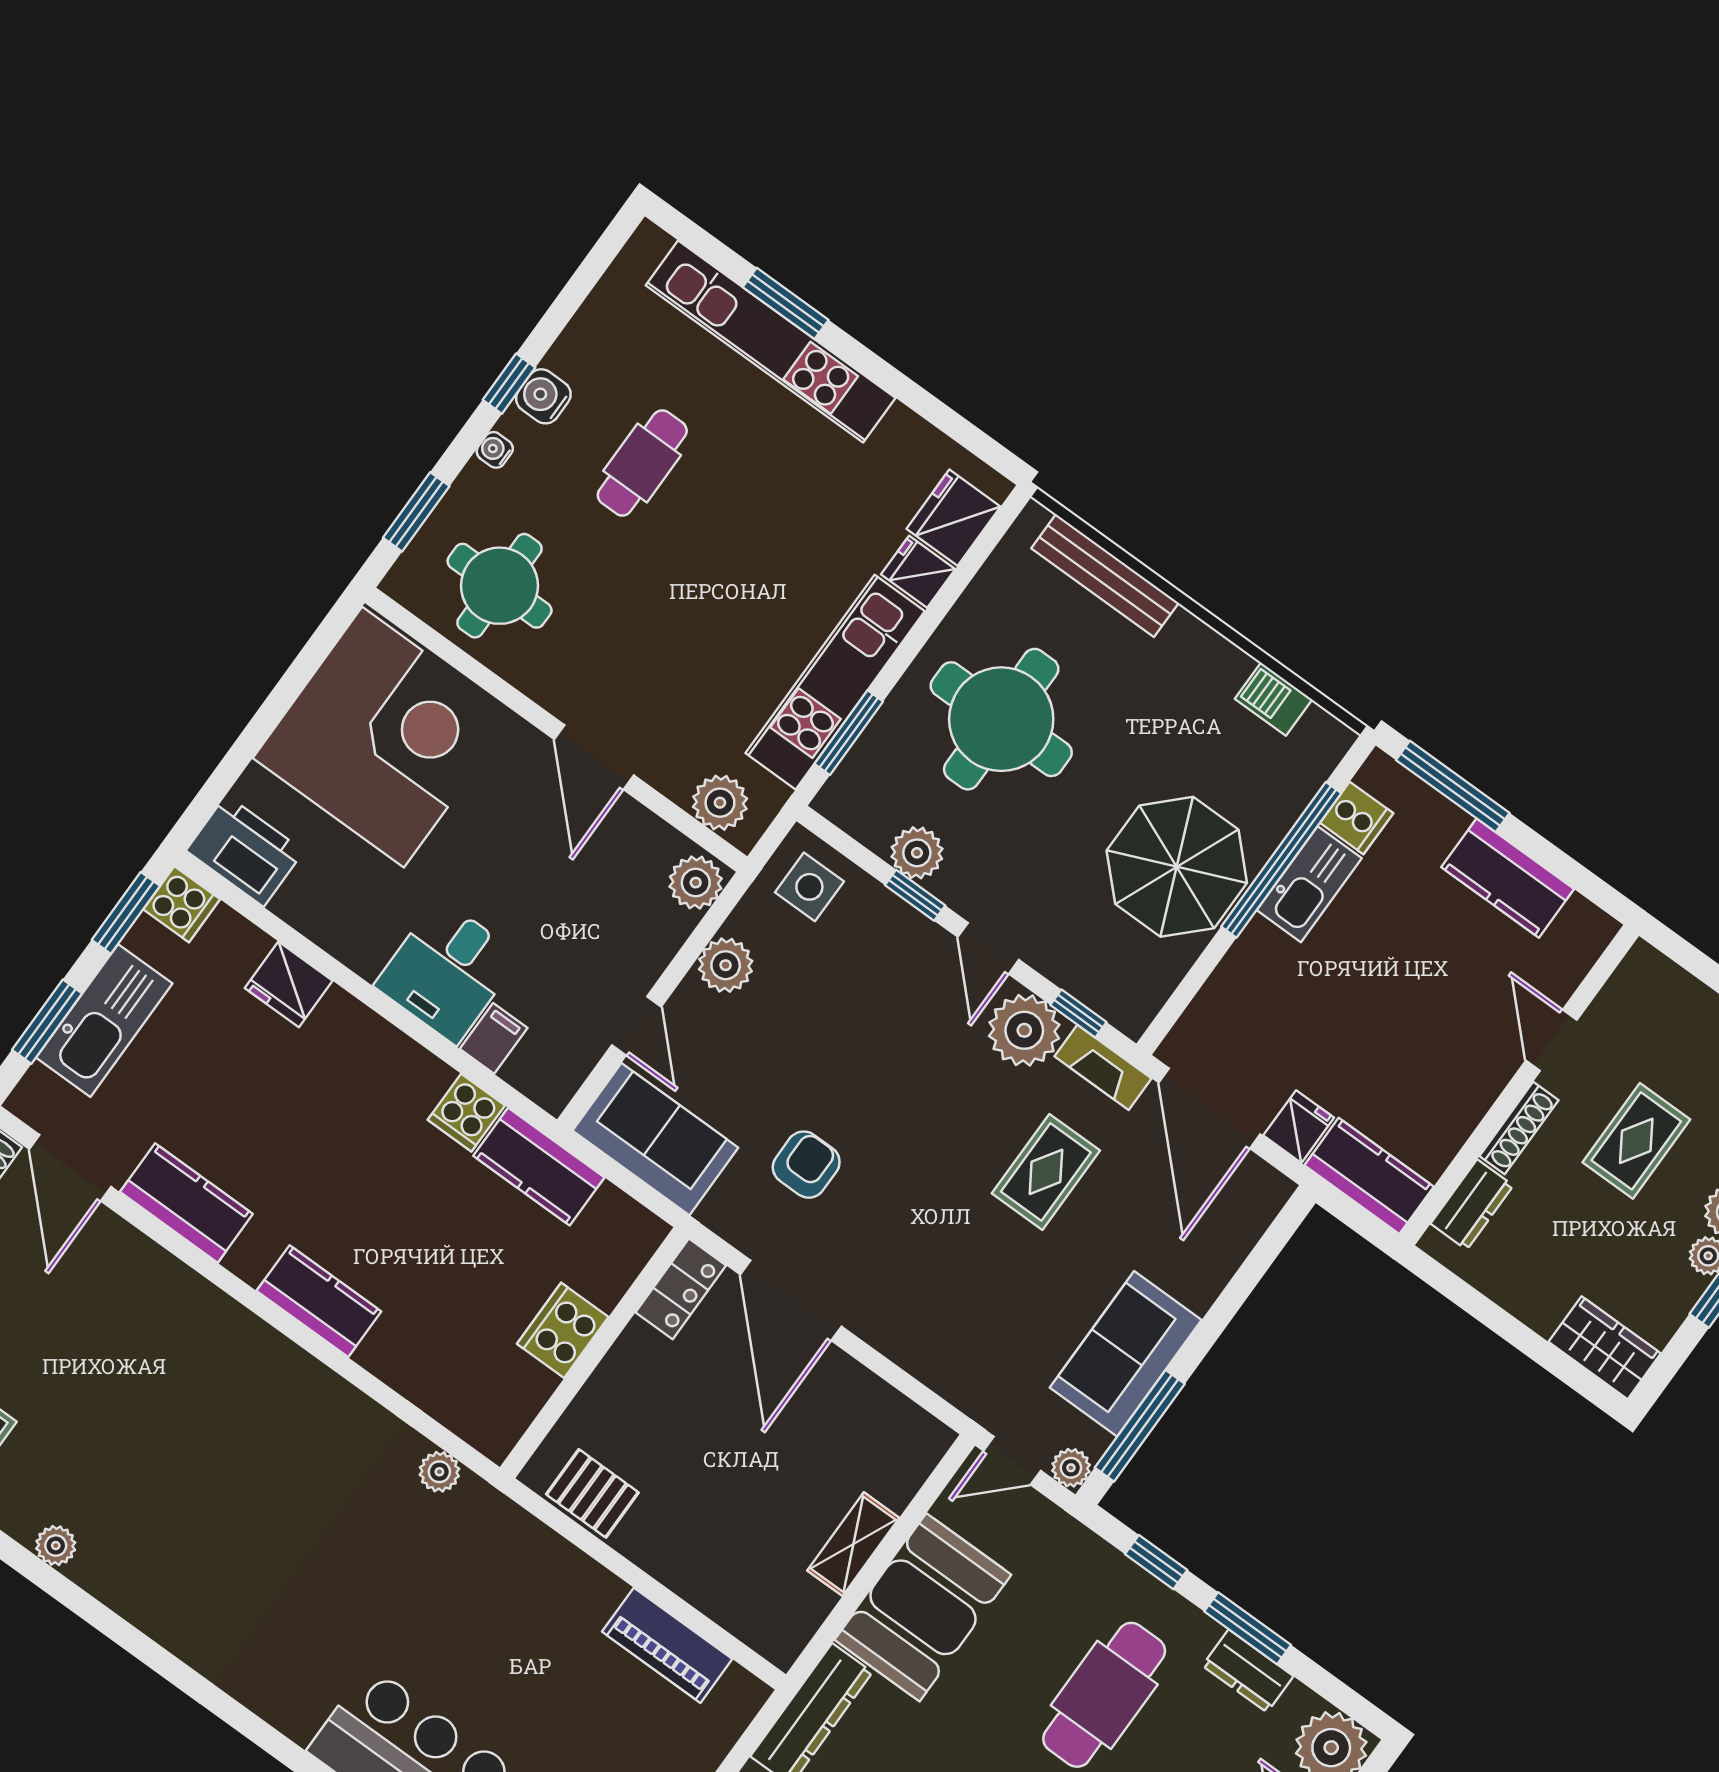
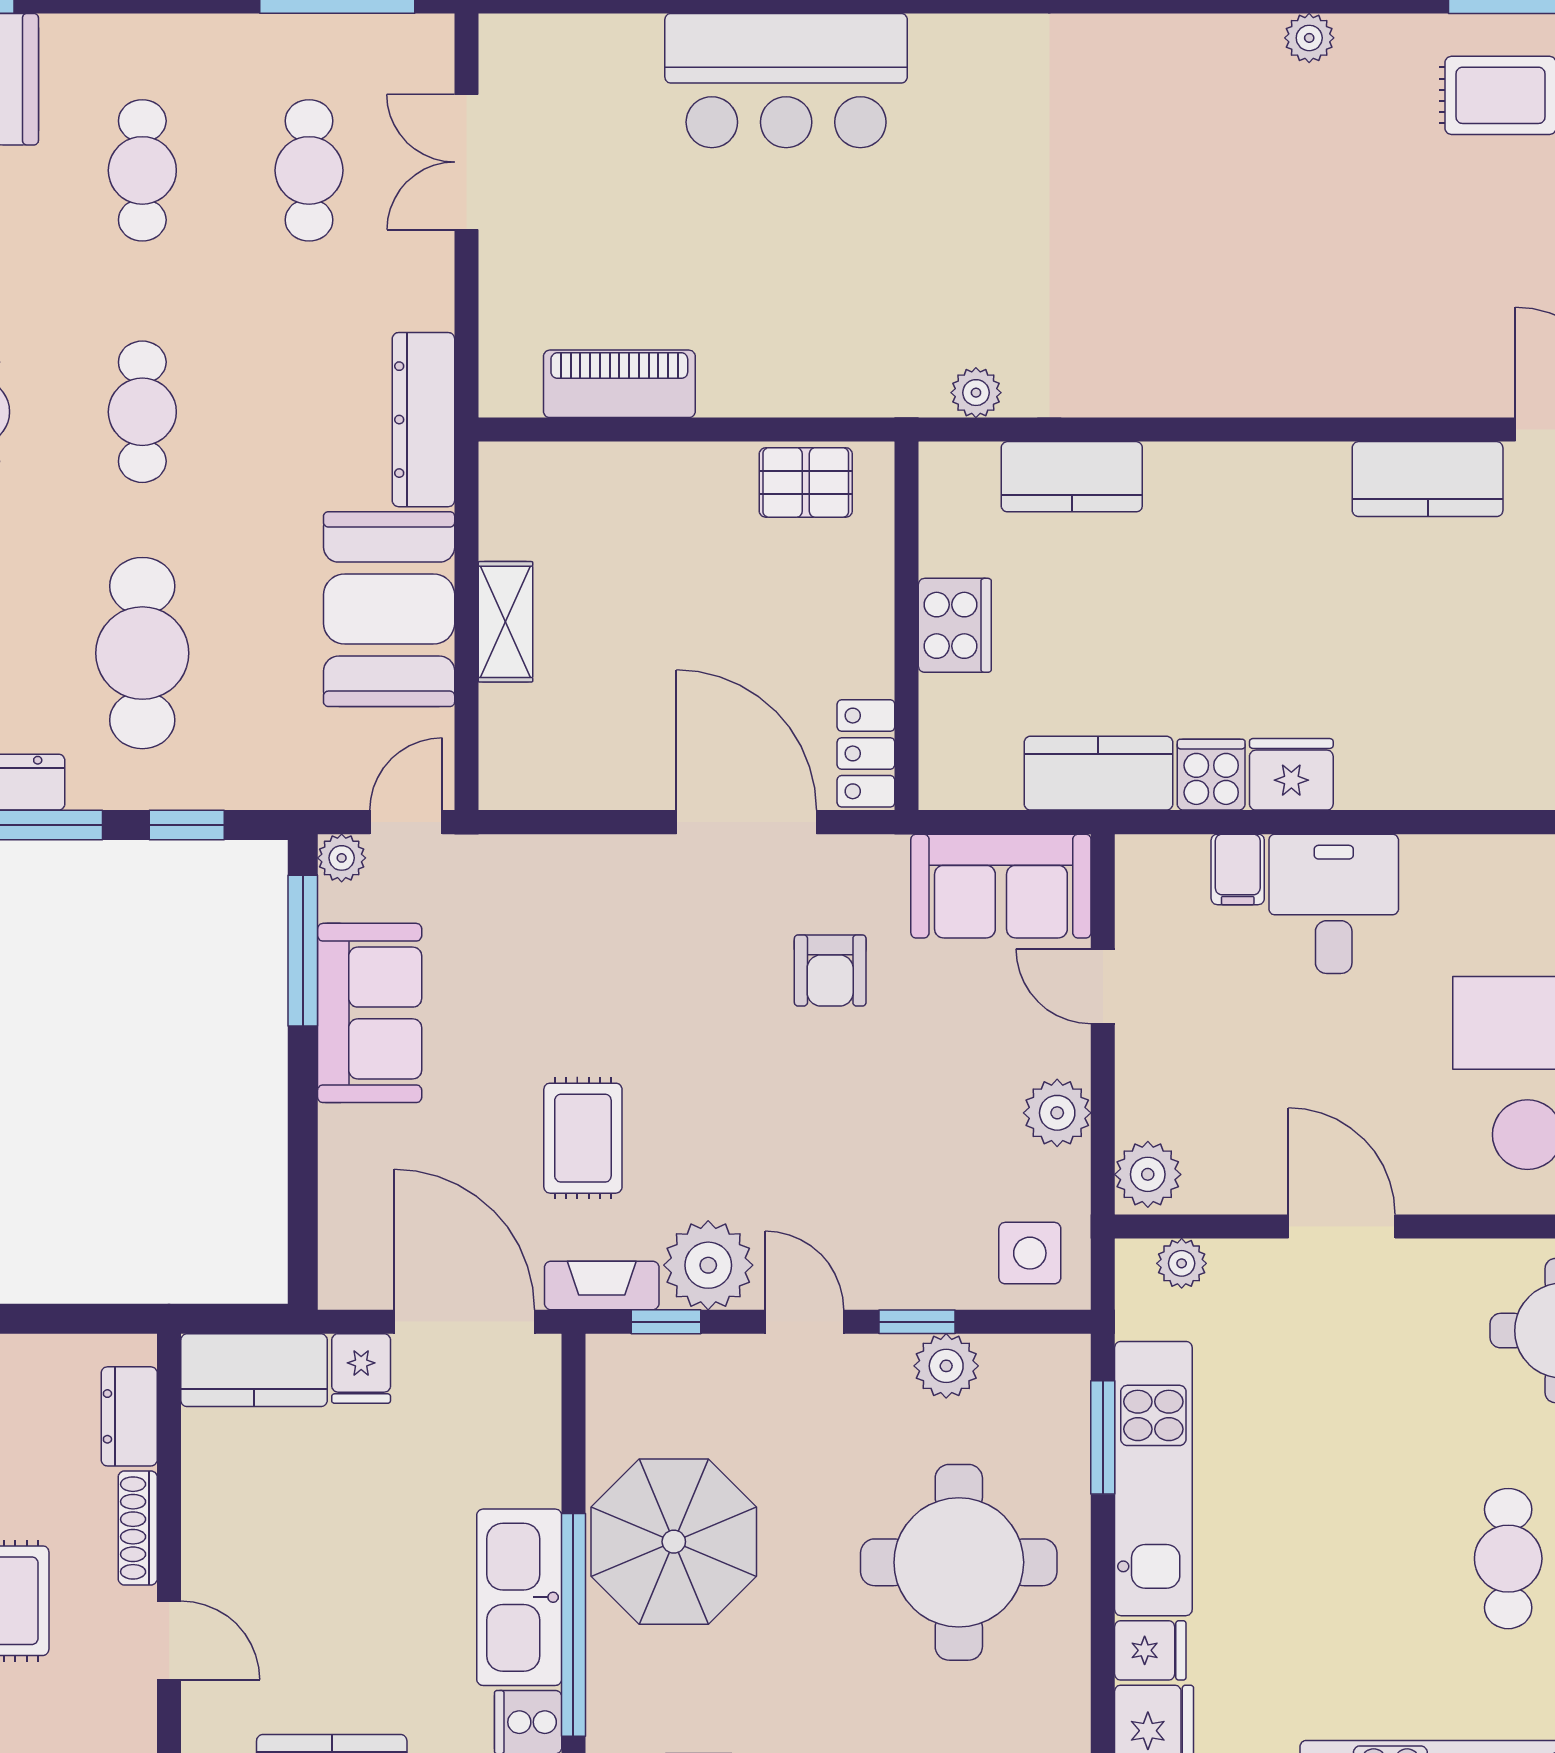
plant: (720, 803) -> (1182, 1263), width x0.73, depth x0.73
kitchen sink: (1309, 884) -> (519, 1597), width x1.36, depth x1.24
fridge: (289, 984) -> (1291, 774), moved
kitchen counter: (319, 1301) -> (1072, 477), moved

